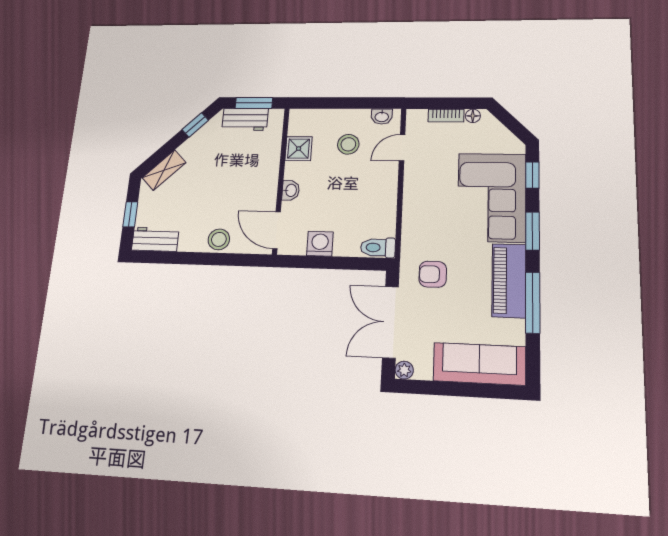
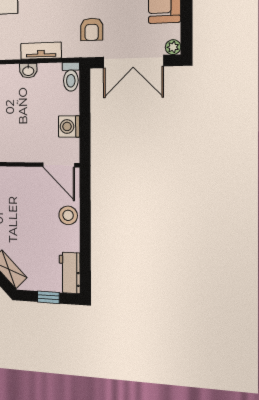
washbasin: (291, 190) -> (28, 71), moved, turned 180
tv unit: (411, 213) -> (41, 51), added
door: (276, 230) -> (59, 165), hinge flipped

